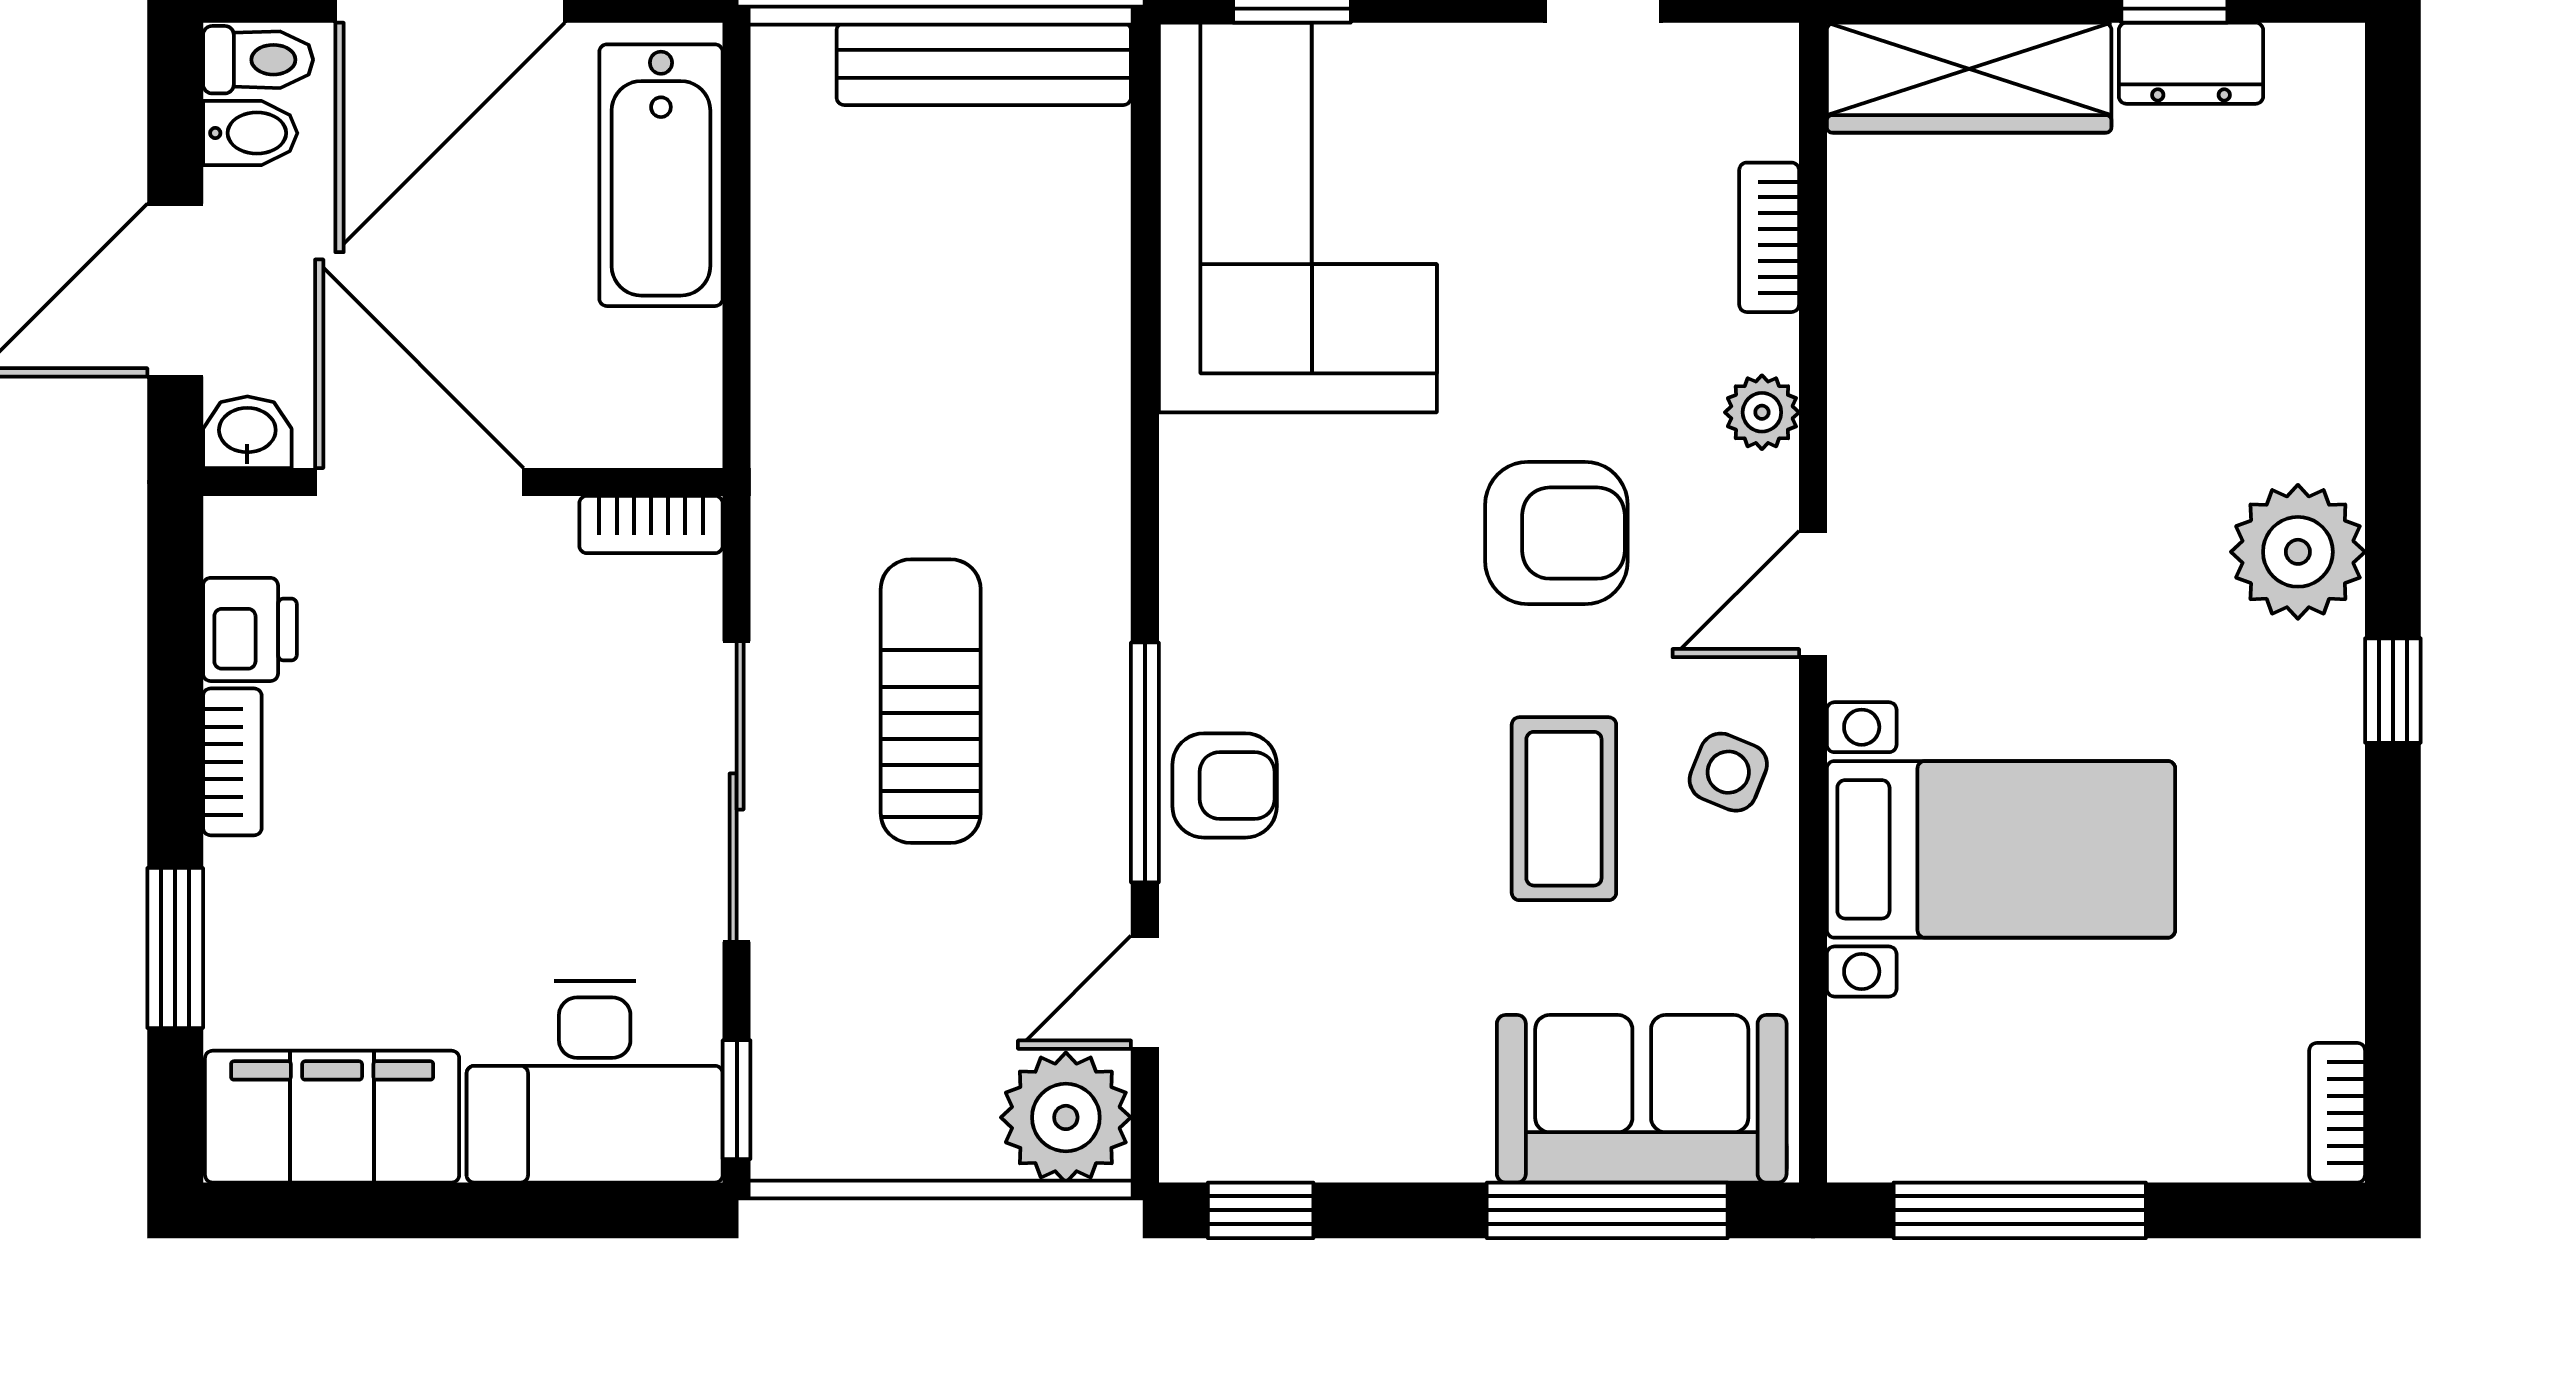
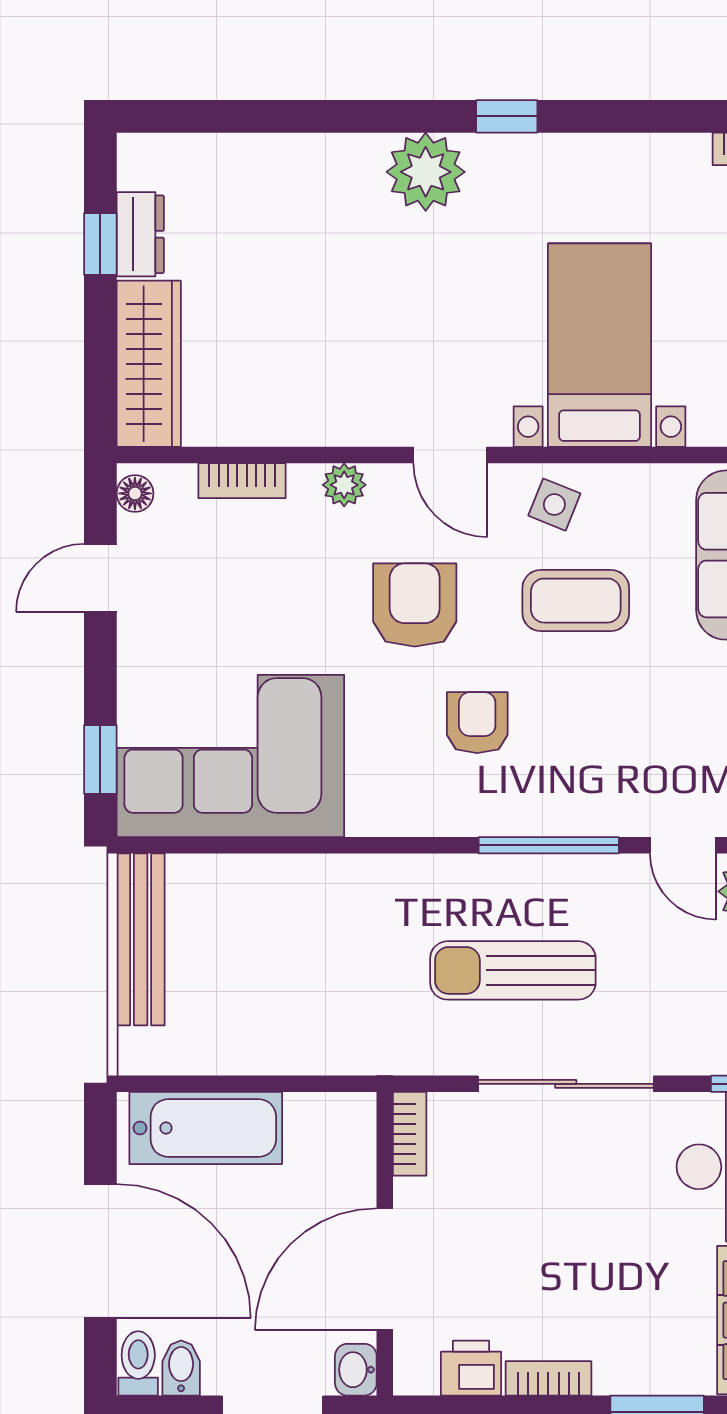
floor lamp: (1747, 54) -> (135, 493), added
armchair: (1225, 785) -> (477, 723), moved

